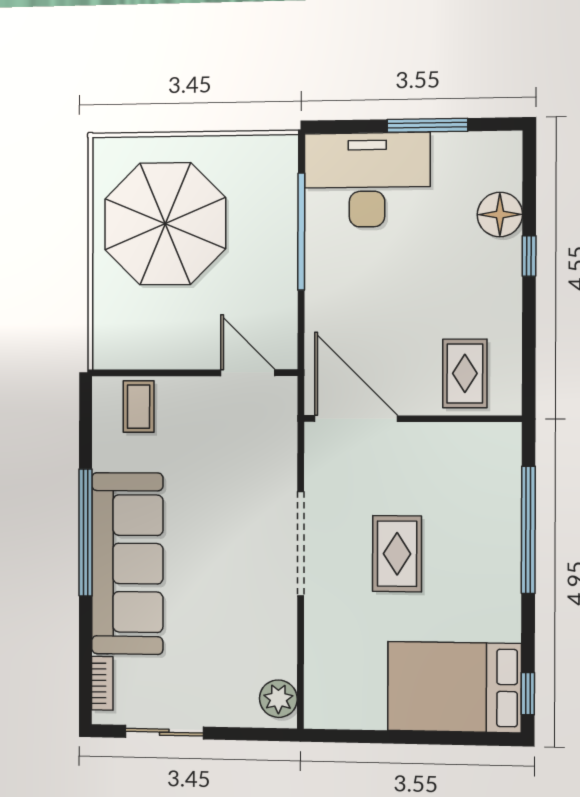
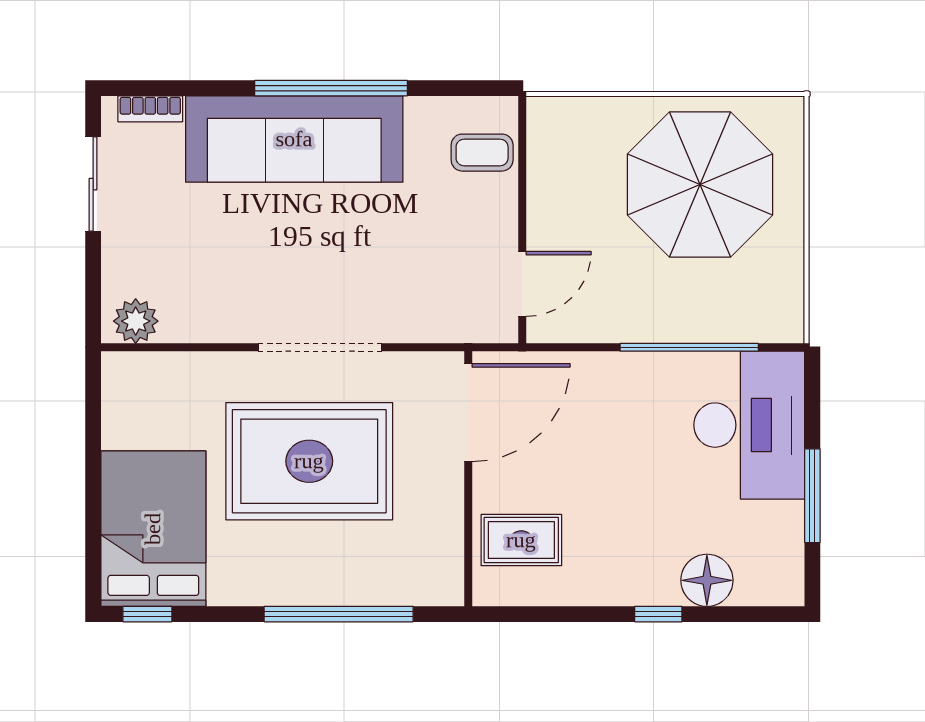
rug: (397, 554) -> (309, 461), width x1.86, depth x2.06

